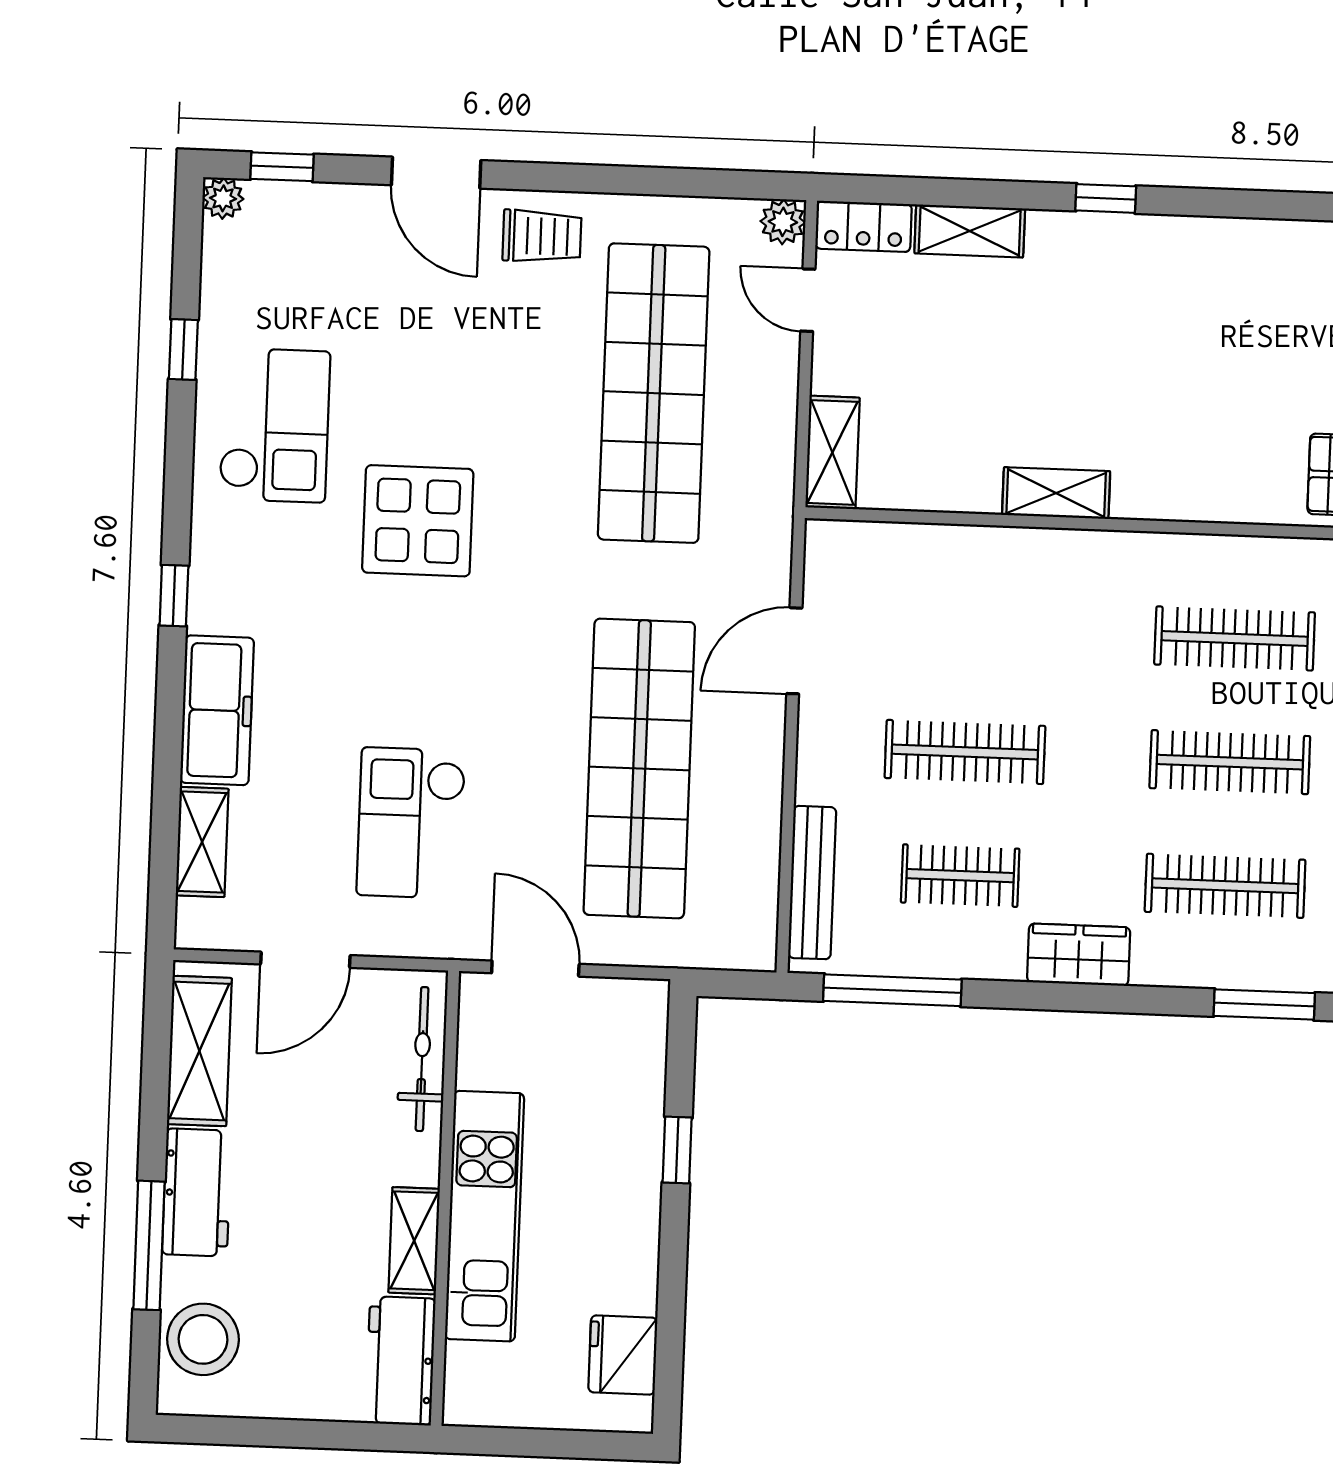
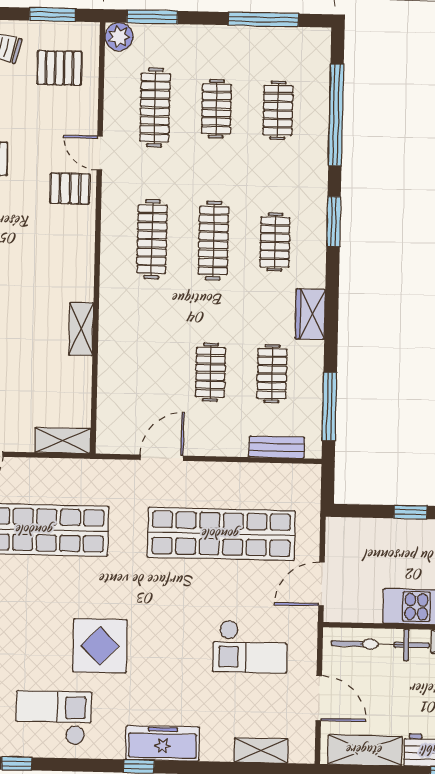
door: (794, 651) -> (162, 458), swing flipped
freezer: (217, 710) -> (163, 743), moved
clothes rail: (965, 752) -> (210, 372), width x0.73
bench: (812, 883) -> (277, 447), width x0.73
clothes rail: (1225, 886) -> (275, 242), width x0.73
bicycle: (422, 1059) -> (380, 644), width x1.37, depth x1.40

